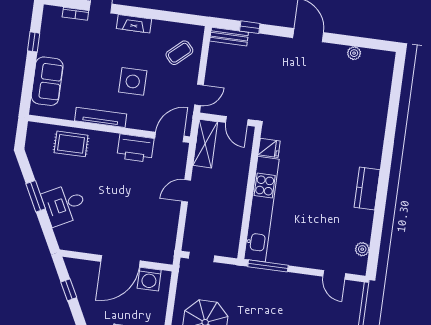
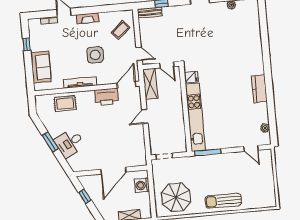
door: (199, 95) -> (139, 54), hinge flipped
washing machine: (149, 279) -> (142, 185), moved, turned 90

